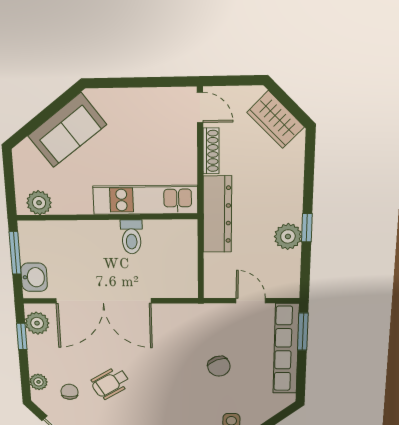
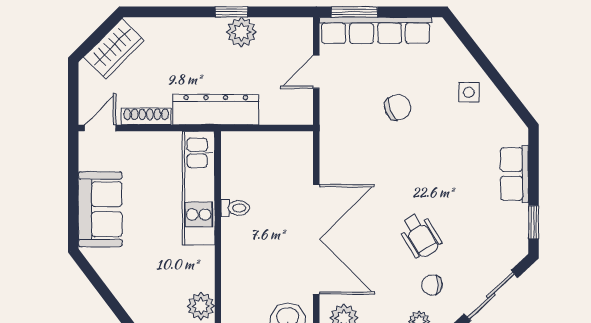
sofa: (67, 130) -> (100, 209), moved, turned 37
toilet: (132, 237) -> (235, 208), width x0.73, depth x0.72

